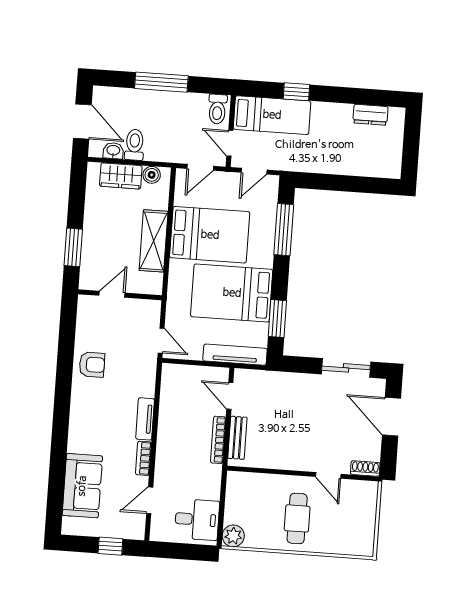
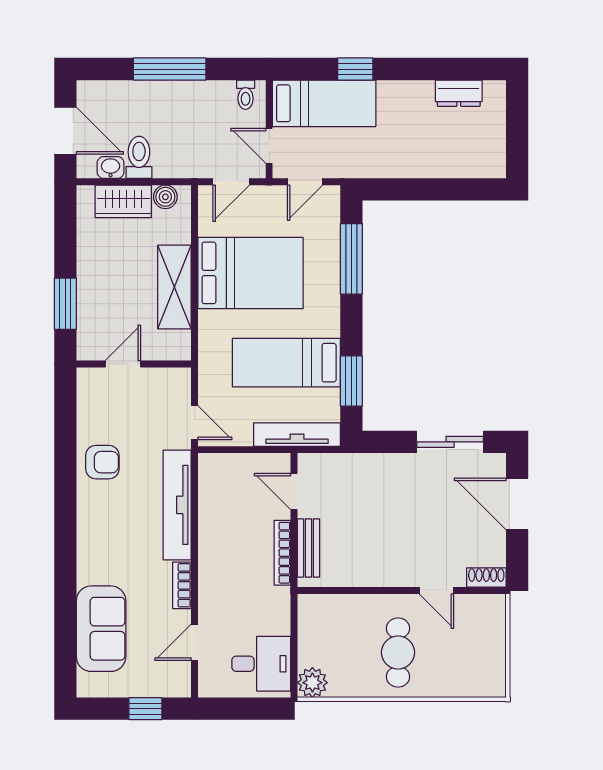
toilet: (217, 109) -> (246, 95), width x0.73, depth x0.72
bed: (232, 293) -> (286, 363), width x0.67
tv unit: (145, 419) -> (177, 505), width x1.92, depth x1.29

